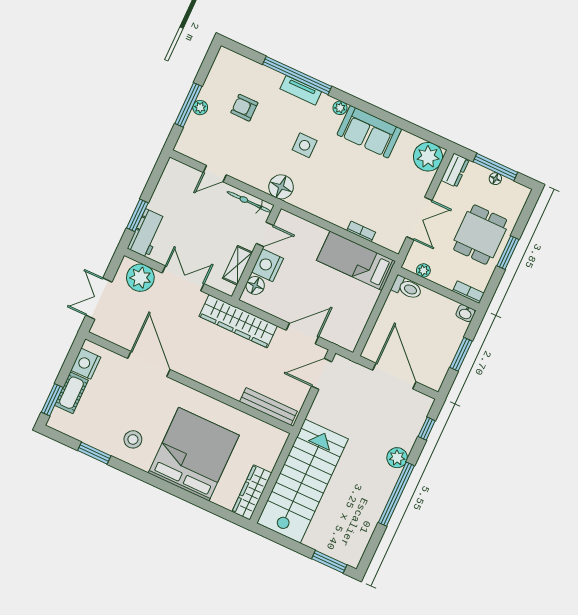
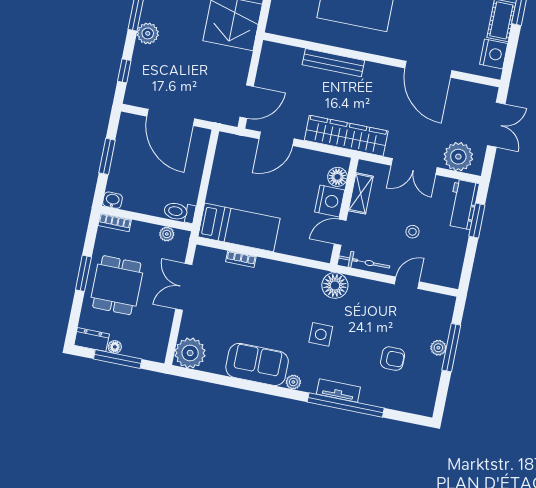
dresser: (455, 170) -> (92, 340), moved, turned 90
stool: (199, 219) -> (413, 232), added
bench: (268, 407) -> (333, 63), moved

